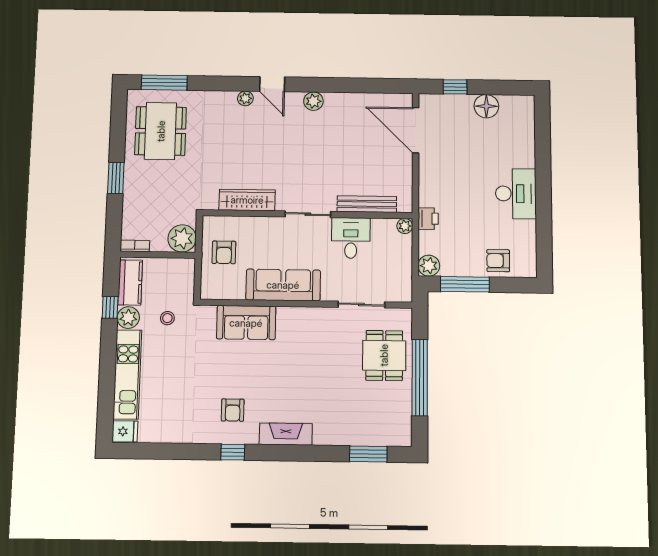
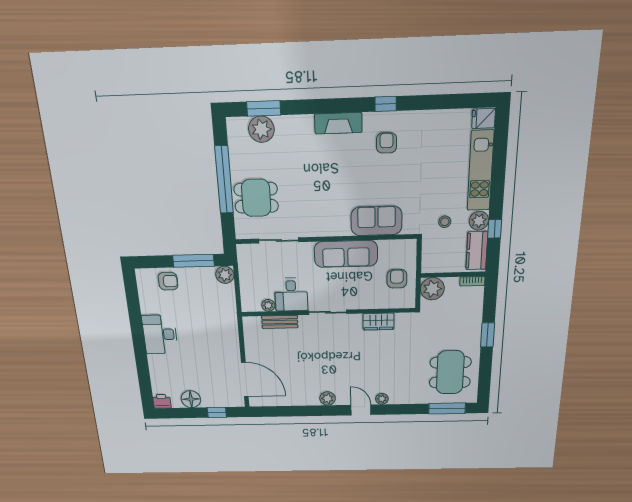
wardrobe: (247, 200) -> (378, 322), width x0.67
bench: (367, 204) -> (280, 322), width x0.73
printer: (428, 219) -> (162, 401), moved, turned 90
plant: (405, 226) -> (268, 305), moved
dining table: (384, 355) -> (256, 198), turned 90
plant: (373, 432) -> (261, 129), added

